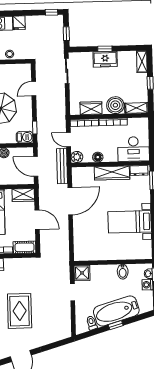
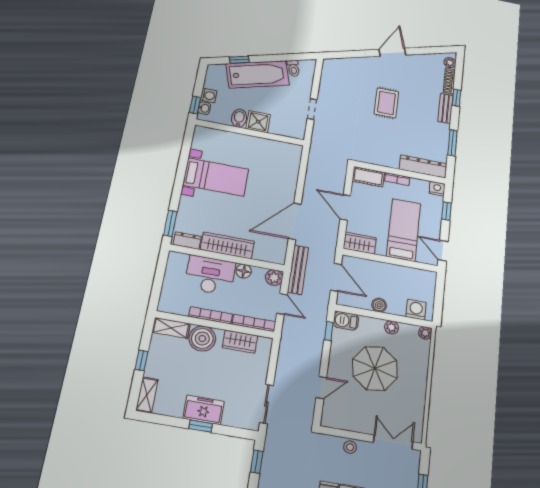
desk: (133, 149) -> (210, 275), moved
shower: (82, 273) -> (258, 122), moved
rug: (20, 311) -> (386, 103), width x0.73, depth x0.70
window: (116, 325) -> (239, 60), moved

